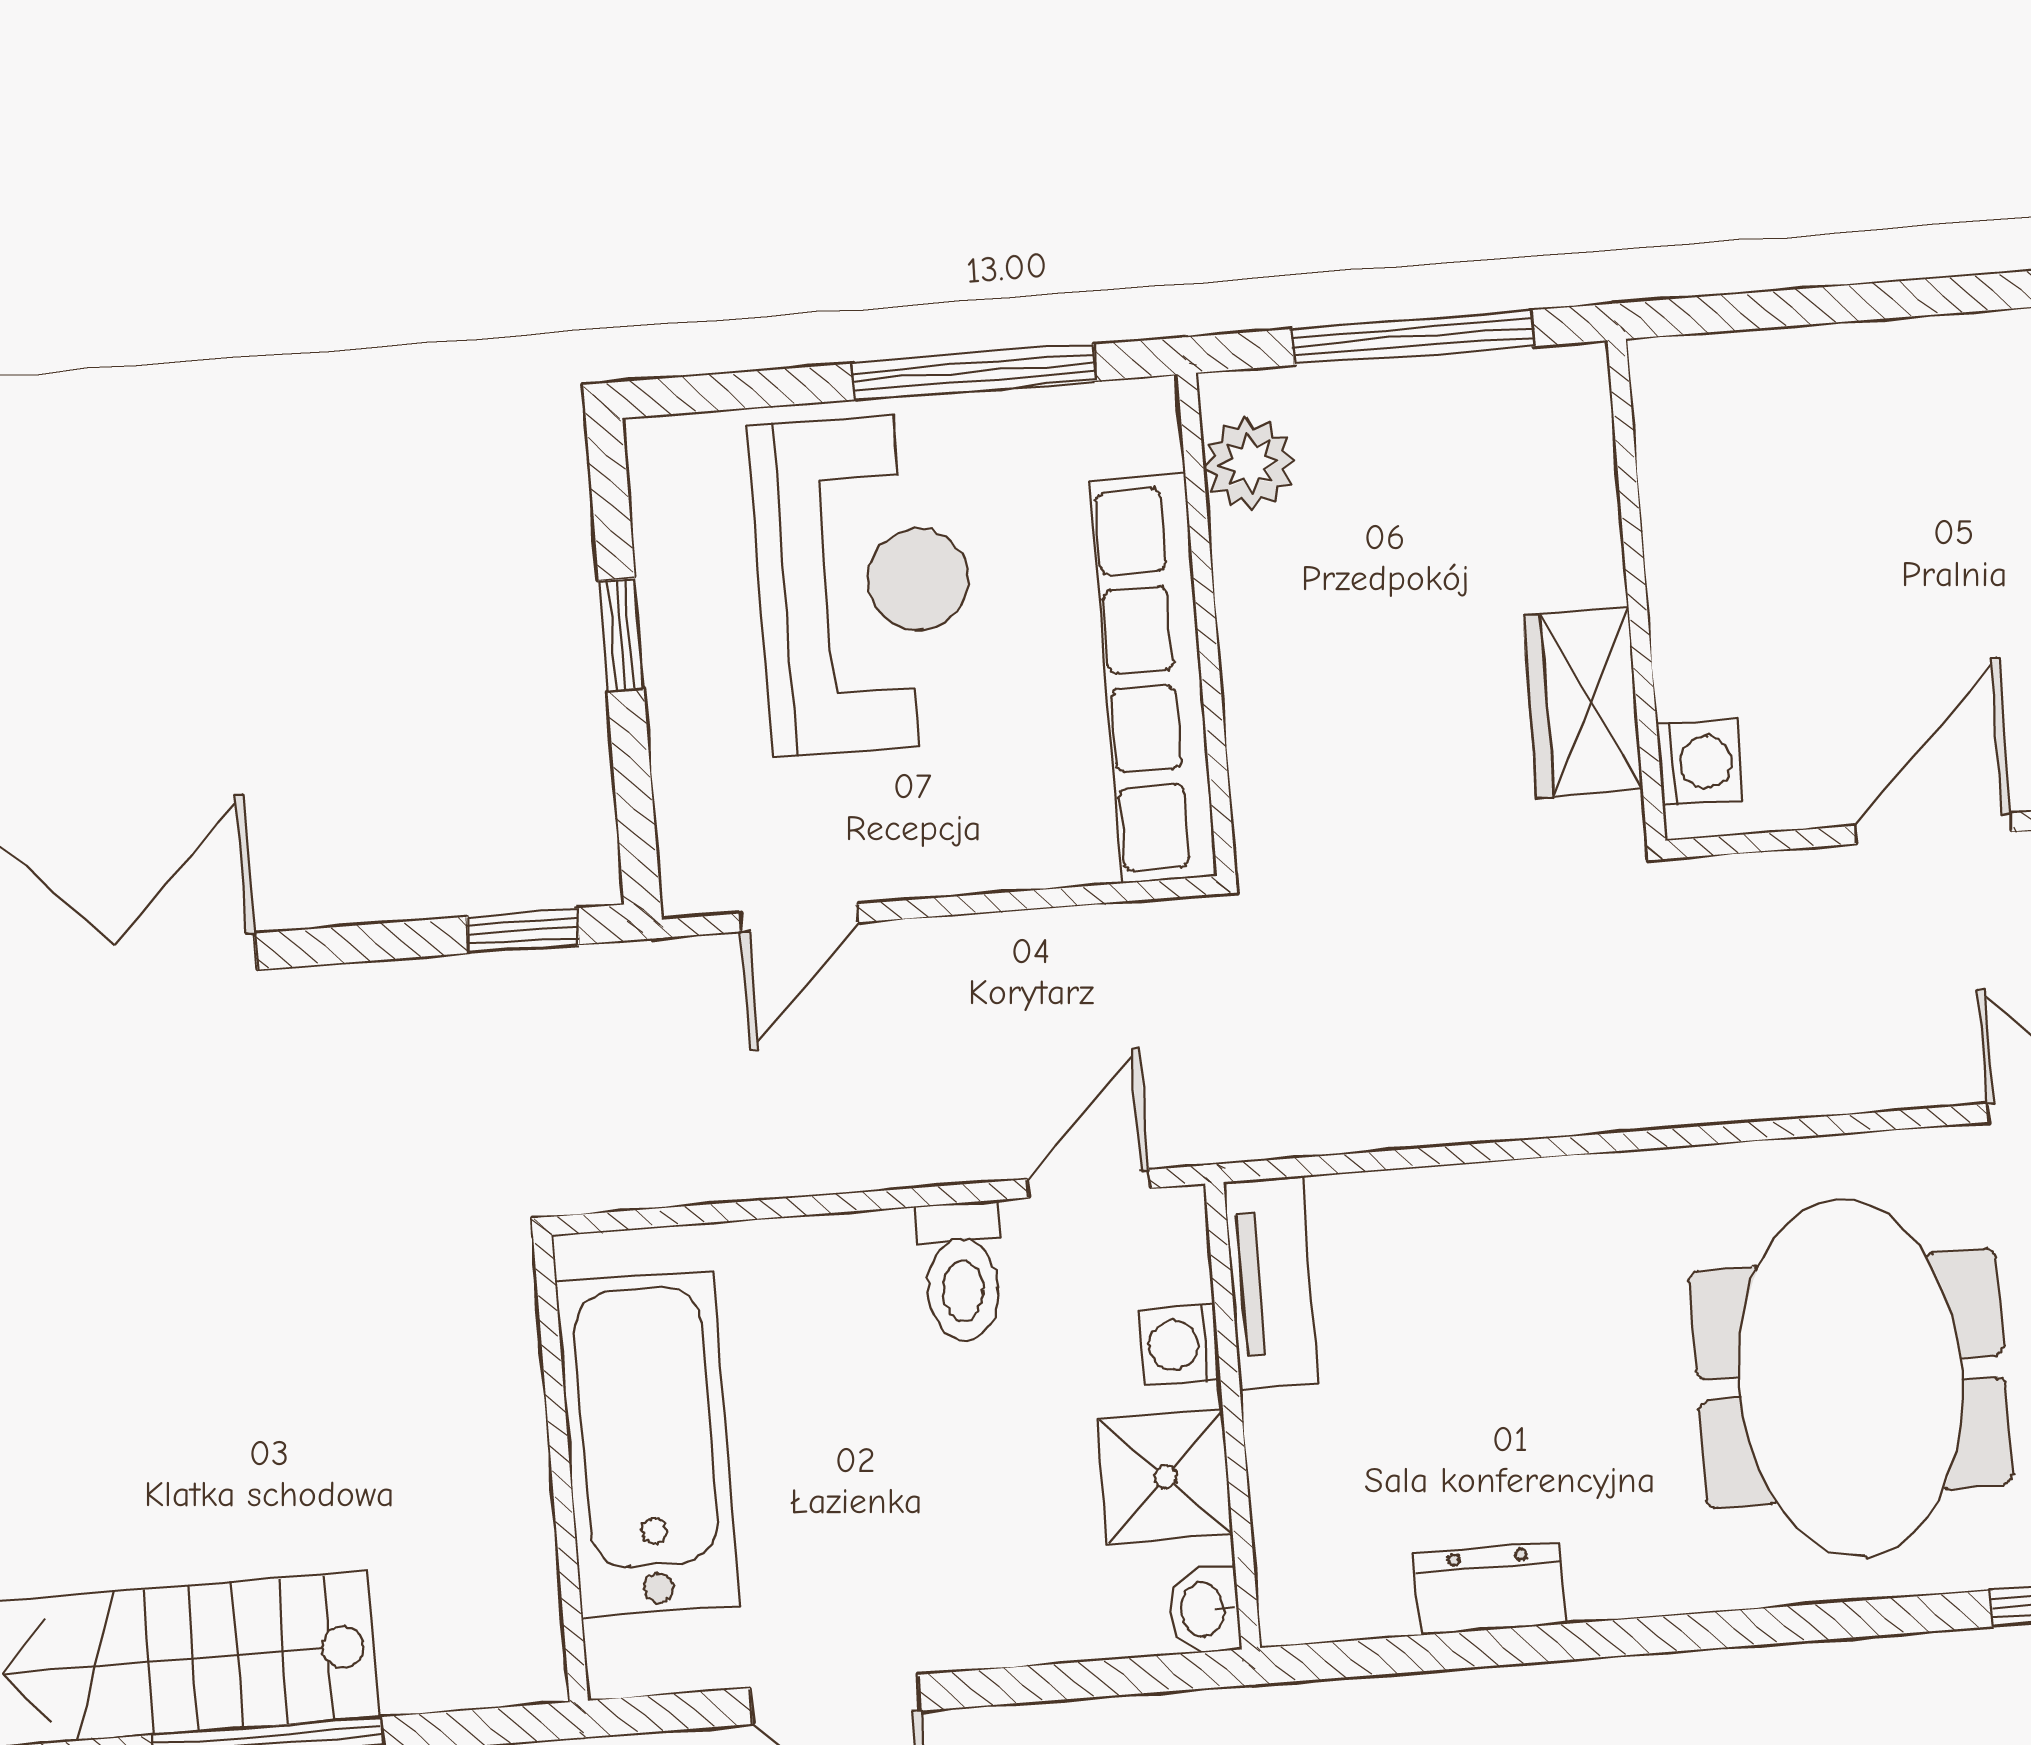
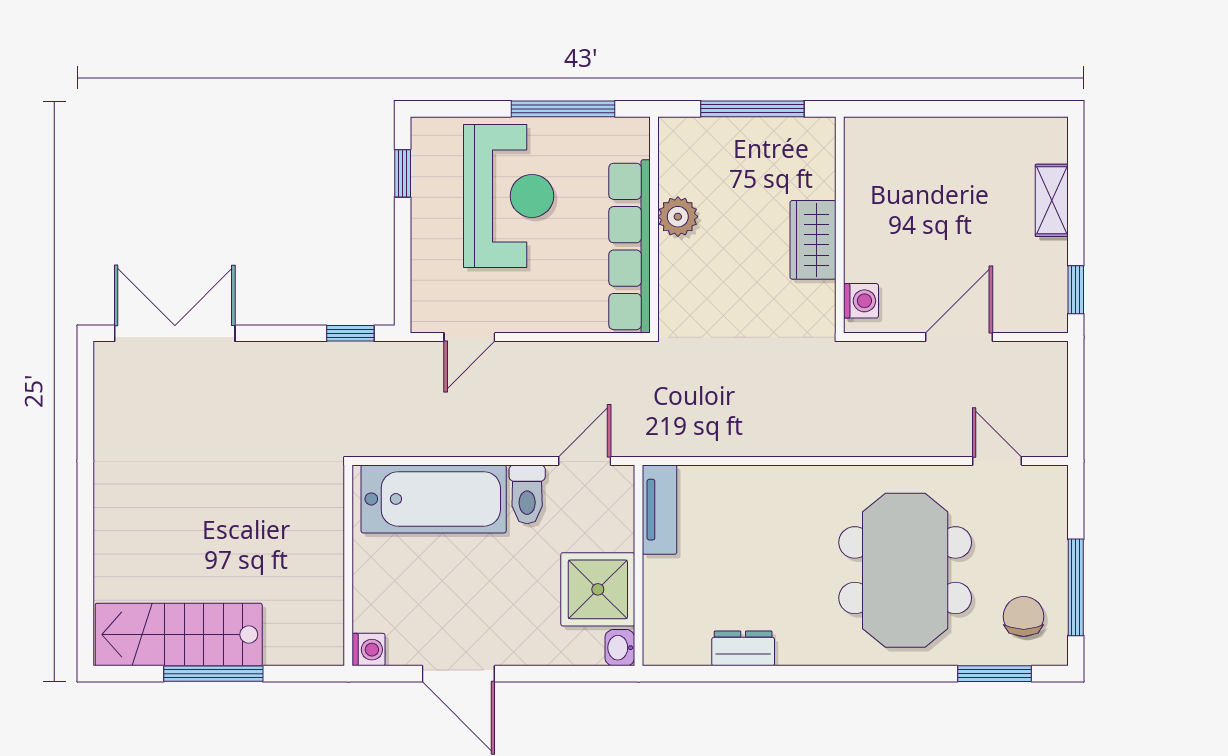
plant: (1249, 463) -> (678, 217), moved
window: (621, 635) -> (403, 173), moved
wardrobe: (1583, 702) -> (813, 240), moved
washing machine: (1180, 1344) -> (369, 650), moved, turned 180
bathtub: (647, 1444) -> (434, 499), moved, turned 90
shower: (1165, 1477) -> (598, 589), width x1.36, depth x1.36

